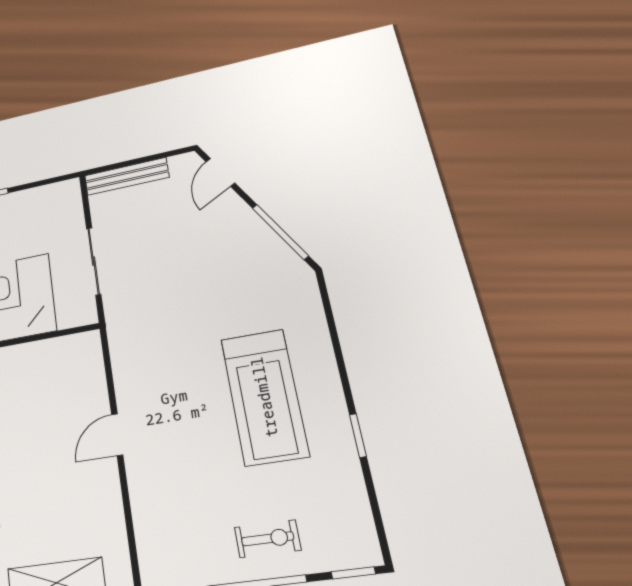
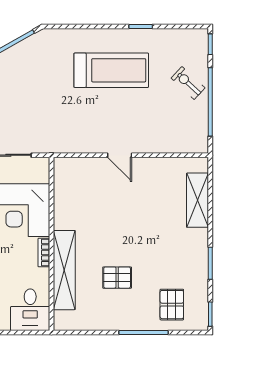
exercise bike: (268, 539) -> (188, 83), turned -47

